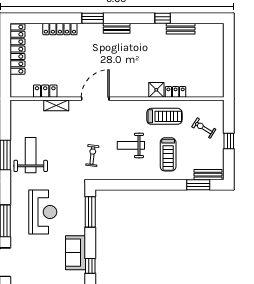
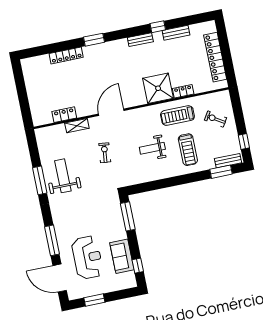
bench: (117, 28) -> (140, 40), moved
locker: (17, 49) -> (215, 57), moved, turned 180
shower: (156, 90) -> (158, 88), width x1.86, depth x1.86
treadmill: (164, 116) -> (177, 116), turned 180
window: (229, 141) -> (244, 142), moved
exercise bike: (92, 155) -> (105, 153), moved
reception desk: (43, 212) -> (87, 257), moved

